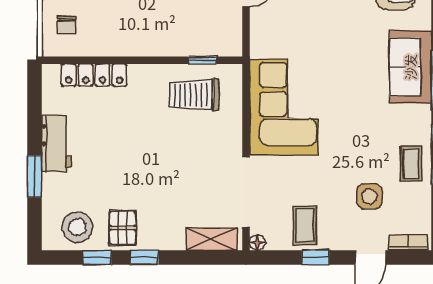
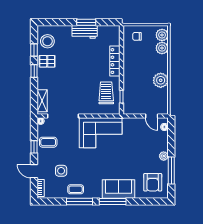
locker: (94, 75) -> (115, 61), moved
window: (35, 176) -> (86, 22), moved

